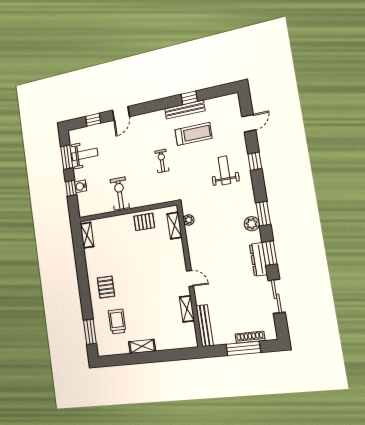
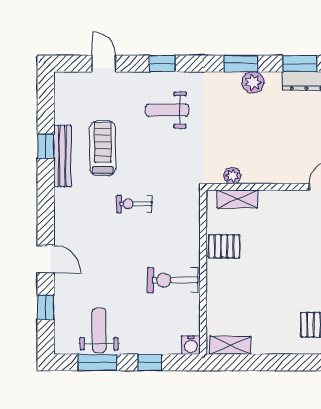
water cooler: (81, 186) -> (191, 345), moved
pallet: (144, 222) -> (224, 246), turned 90

